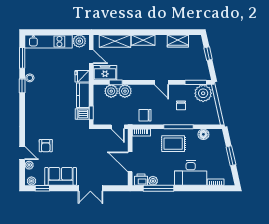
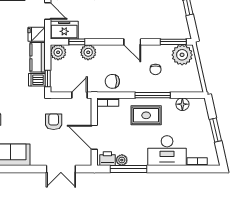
plant: (111, 91) -> (58, 52), moved
door: (118, 127) -> (79, 95), swing flipped
armchair: (96, 149) -> (54, 122), added
double door: (90, 188) -> (61, 169), moved

